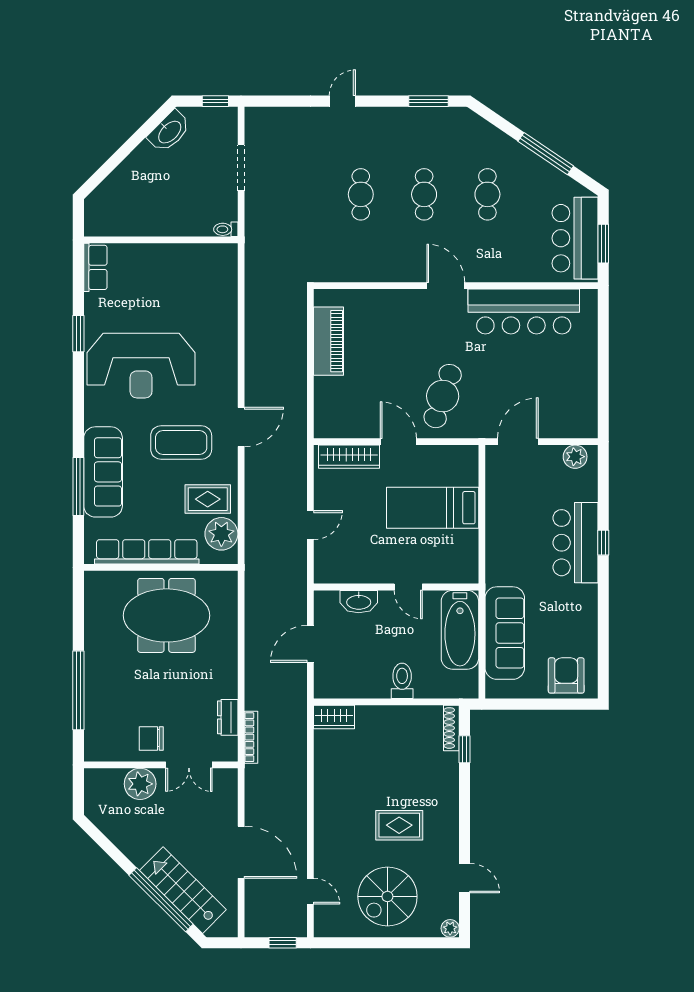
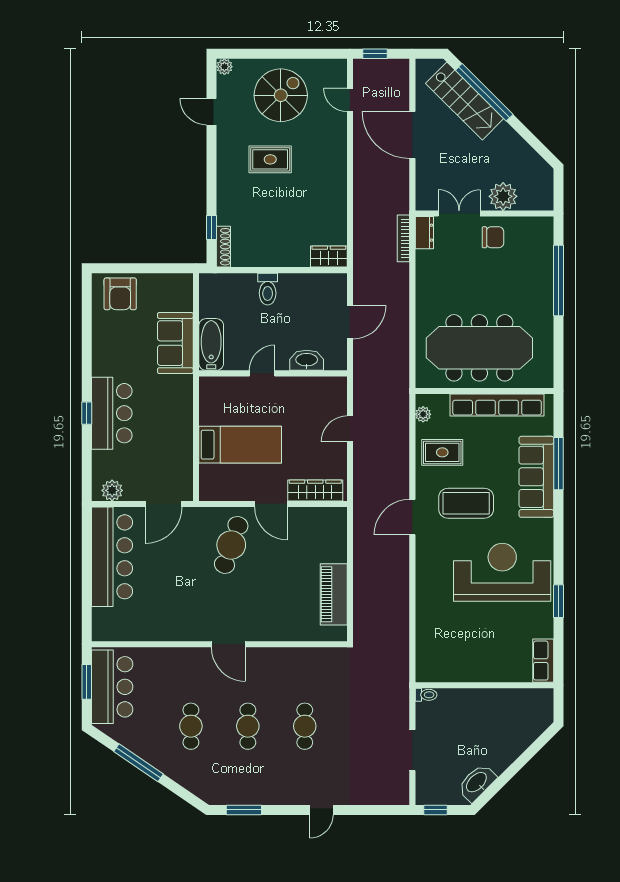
bar counter: (524, 311) -> (112, 557), moved, turned 90
plant: (221, 534) -> (423, 414), width x0.53, depth x0.53
door: (408, 587) -> (262, 373), hinge flipped
meeting table: (166, 615) -> (479, 348), width x1.36
bathtub: (460, 630) -> (211, 344), width x0.73, depth x0.73
sofa: (505, 633) -> (175, 343), width x0.73
dresser: (228, 717) -> (424, 233), moved

